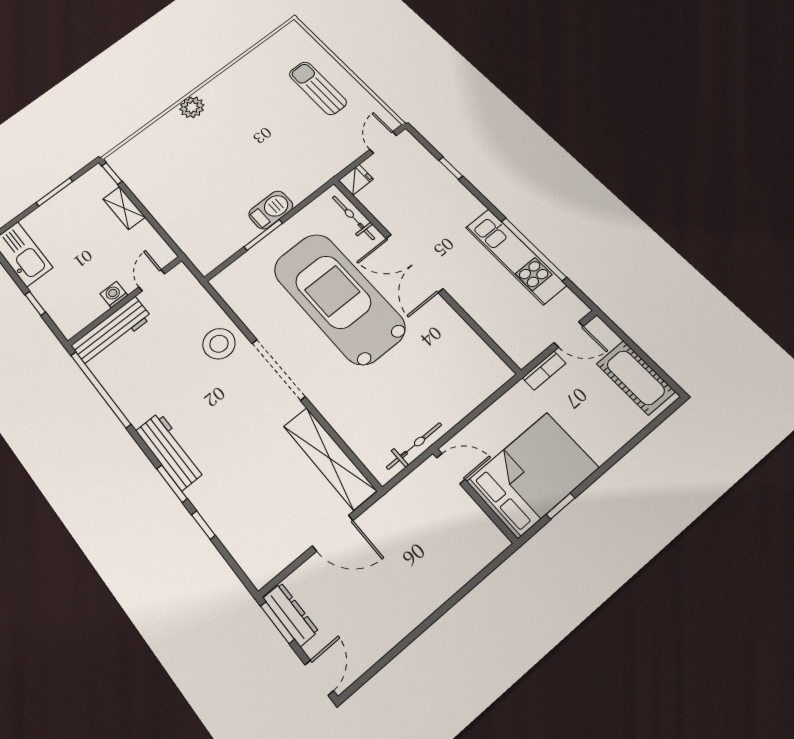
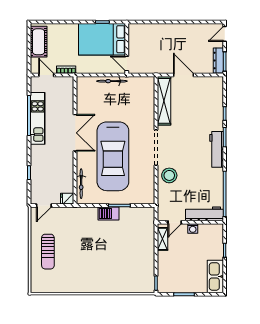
plant: (192, 107) -> (103, 287), removed
shelving: (124, 208) -> (162, 239), moved
double door: (414, 263) -> (75, 133), moved
bicycle: (414, 446) -> (112, 81), moved

